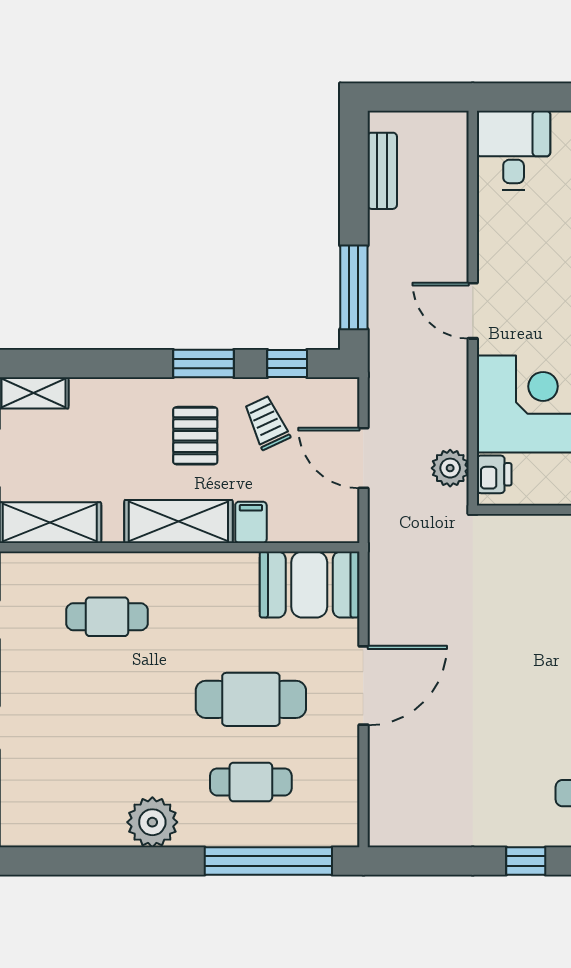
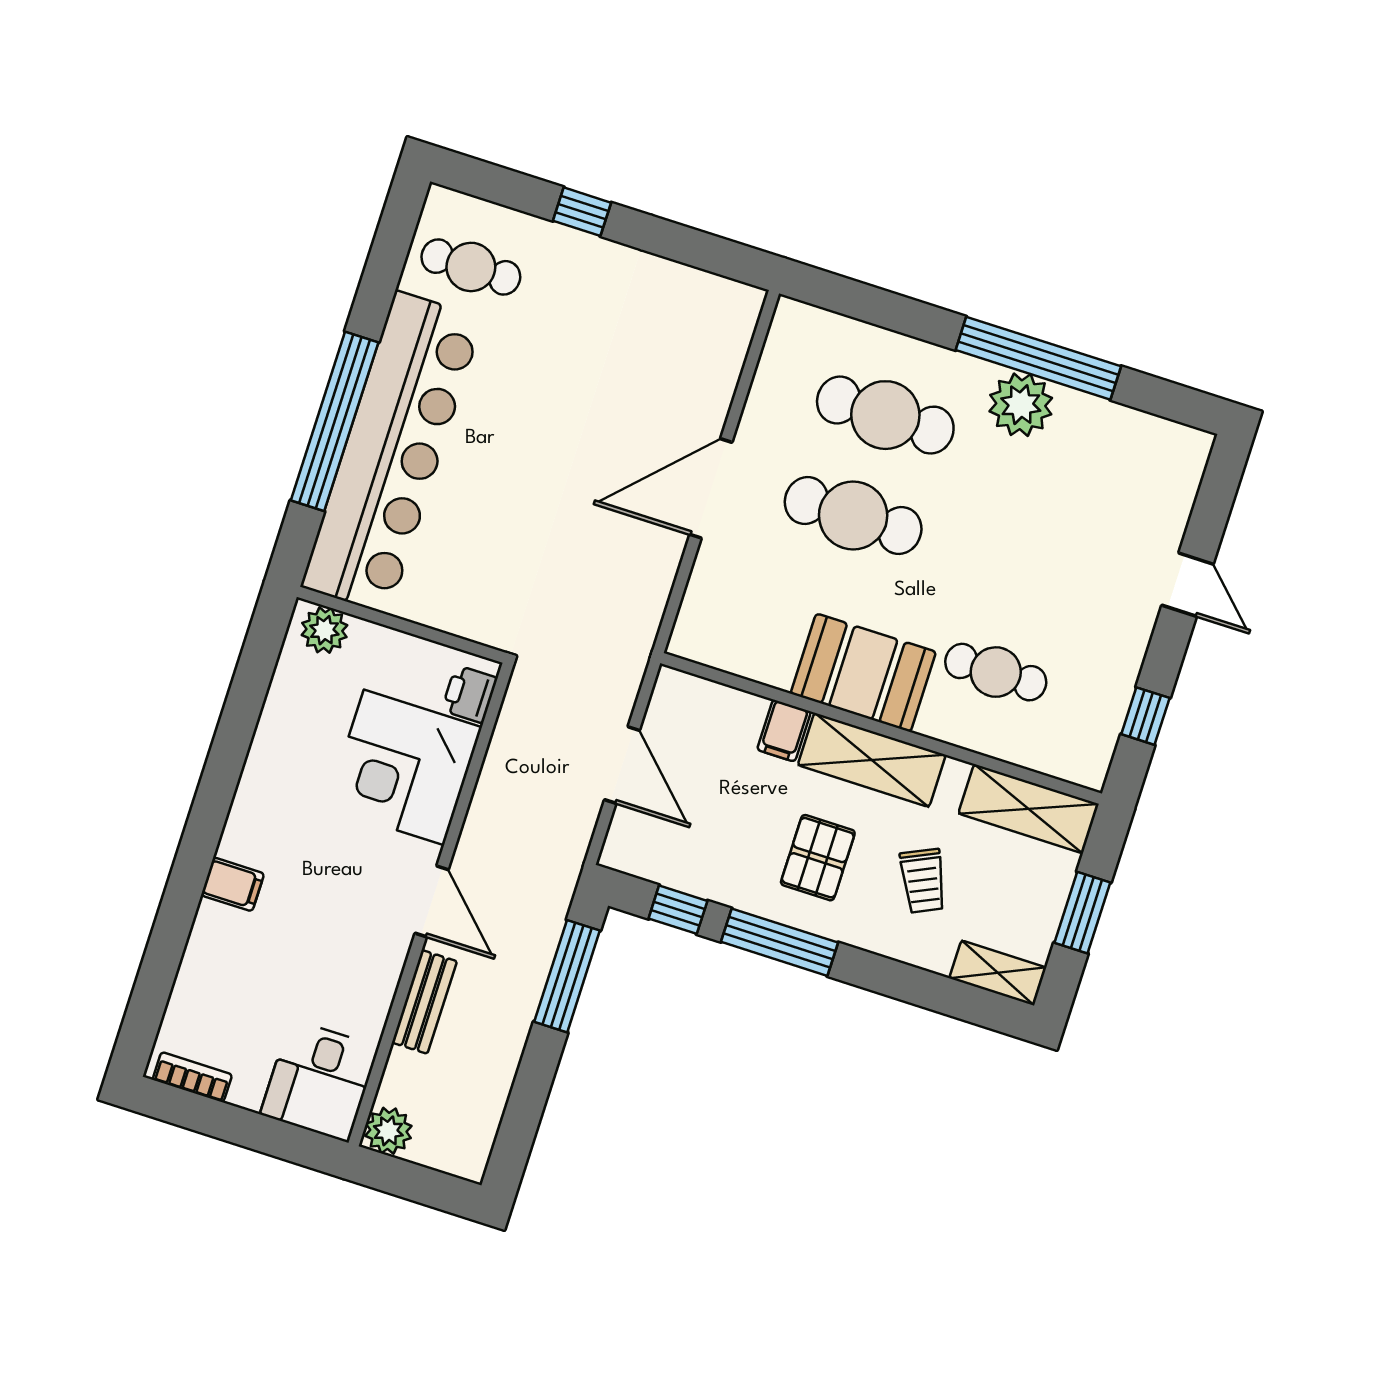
bench: (382, 171) -> (424, 1002), moved
window: (204, 363) -> (780, 942), width x1.44
trolley: (267, 423) -> (923, 881), moved
plant: (450, 468) -> (388, 1131), moved
booth: (309, 585) -> (863, 673), moved
cafe table: (251, 782) -> (885, 415), width x1.37, depth x1.35
window: (268, 861) -> (1038, 358), moved

